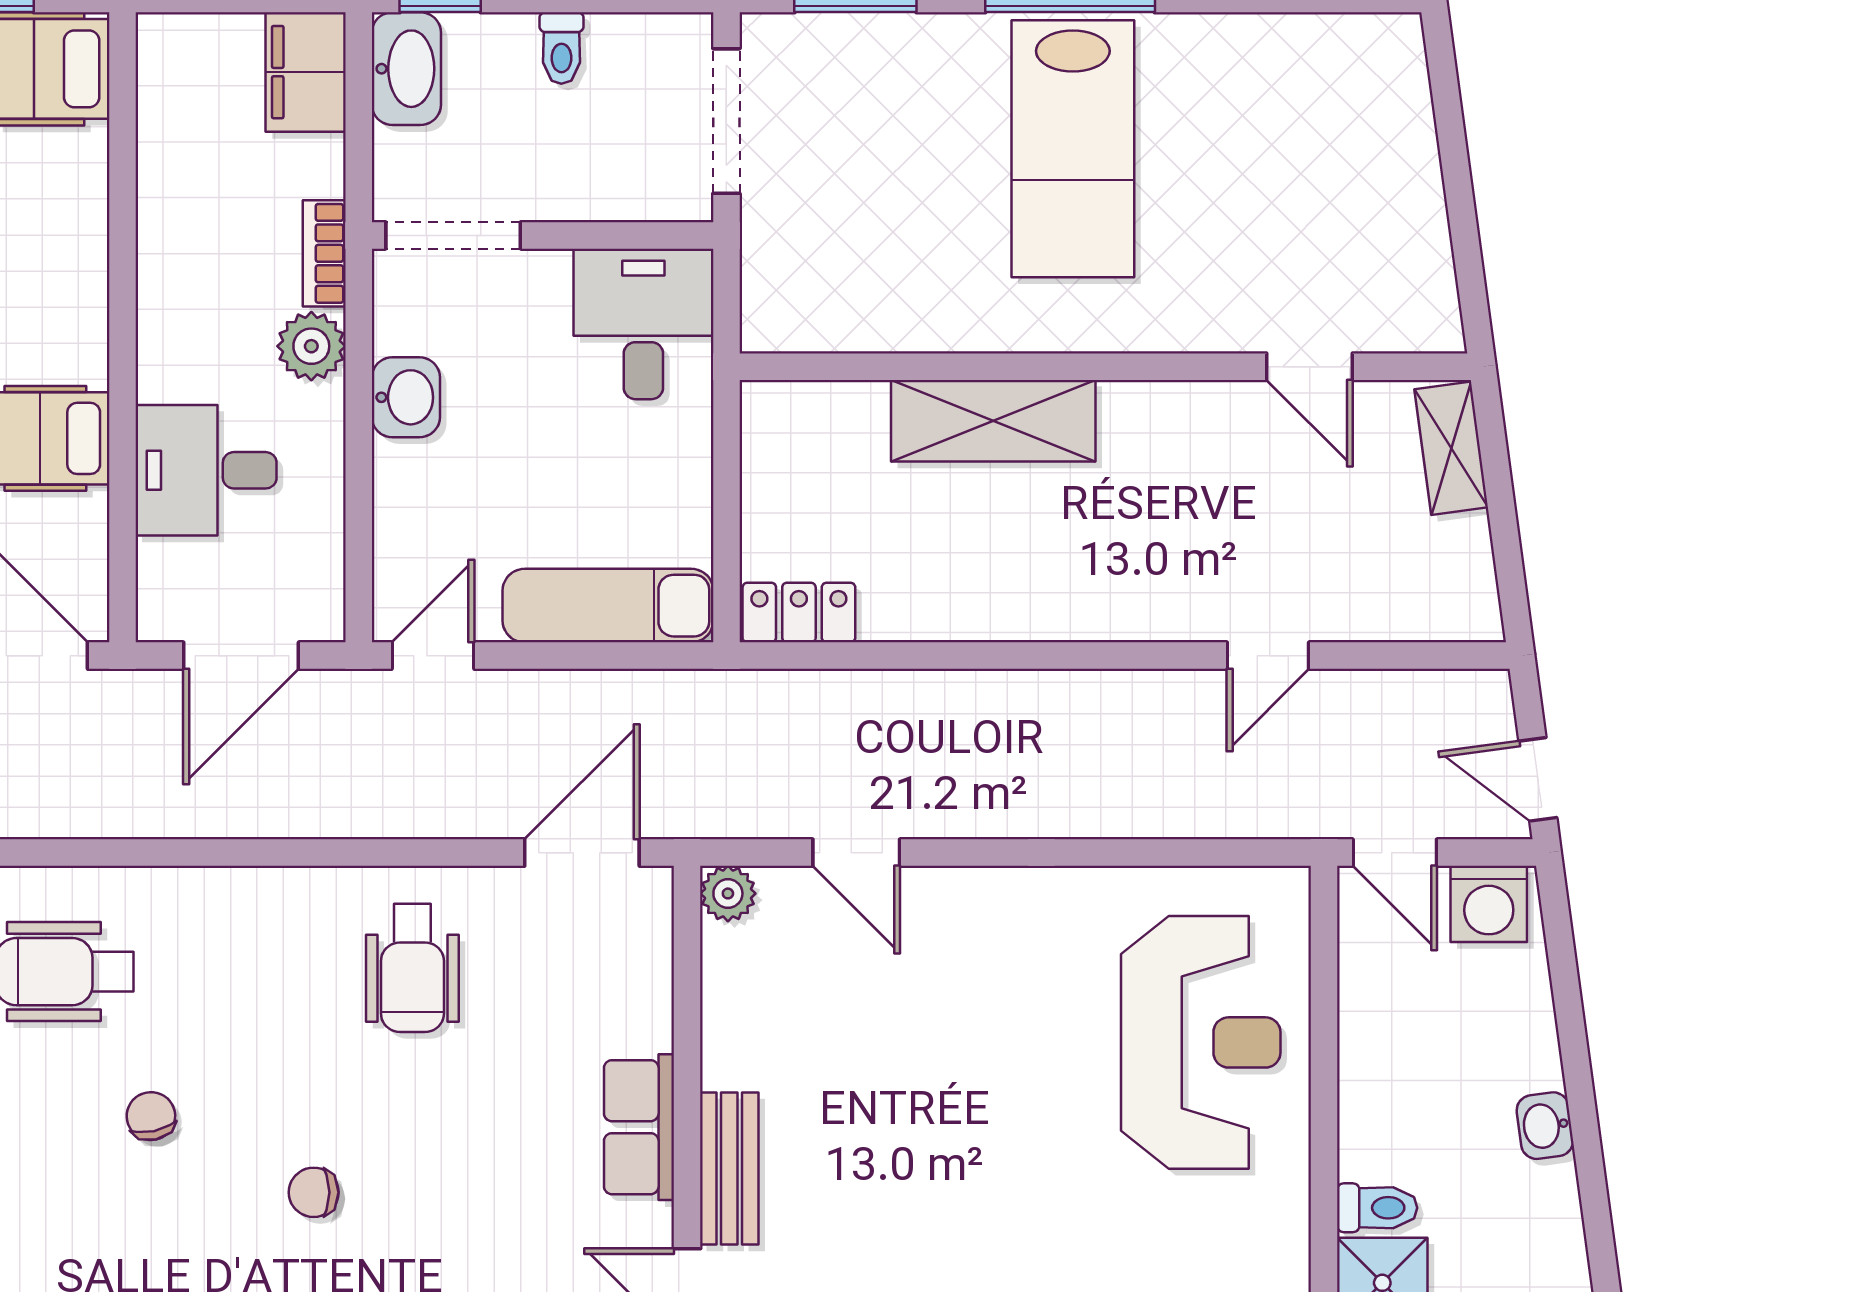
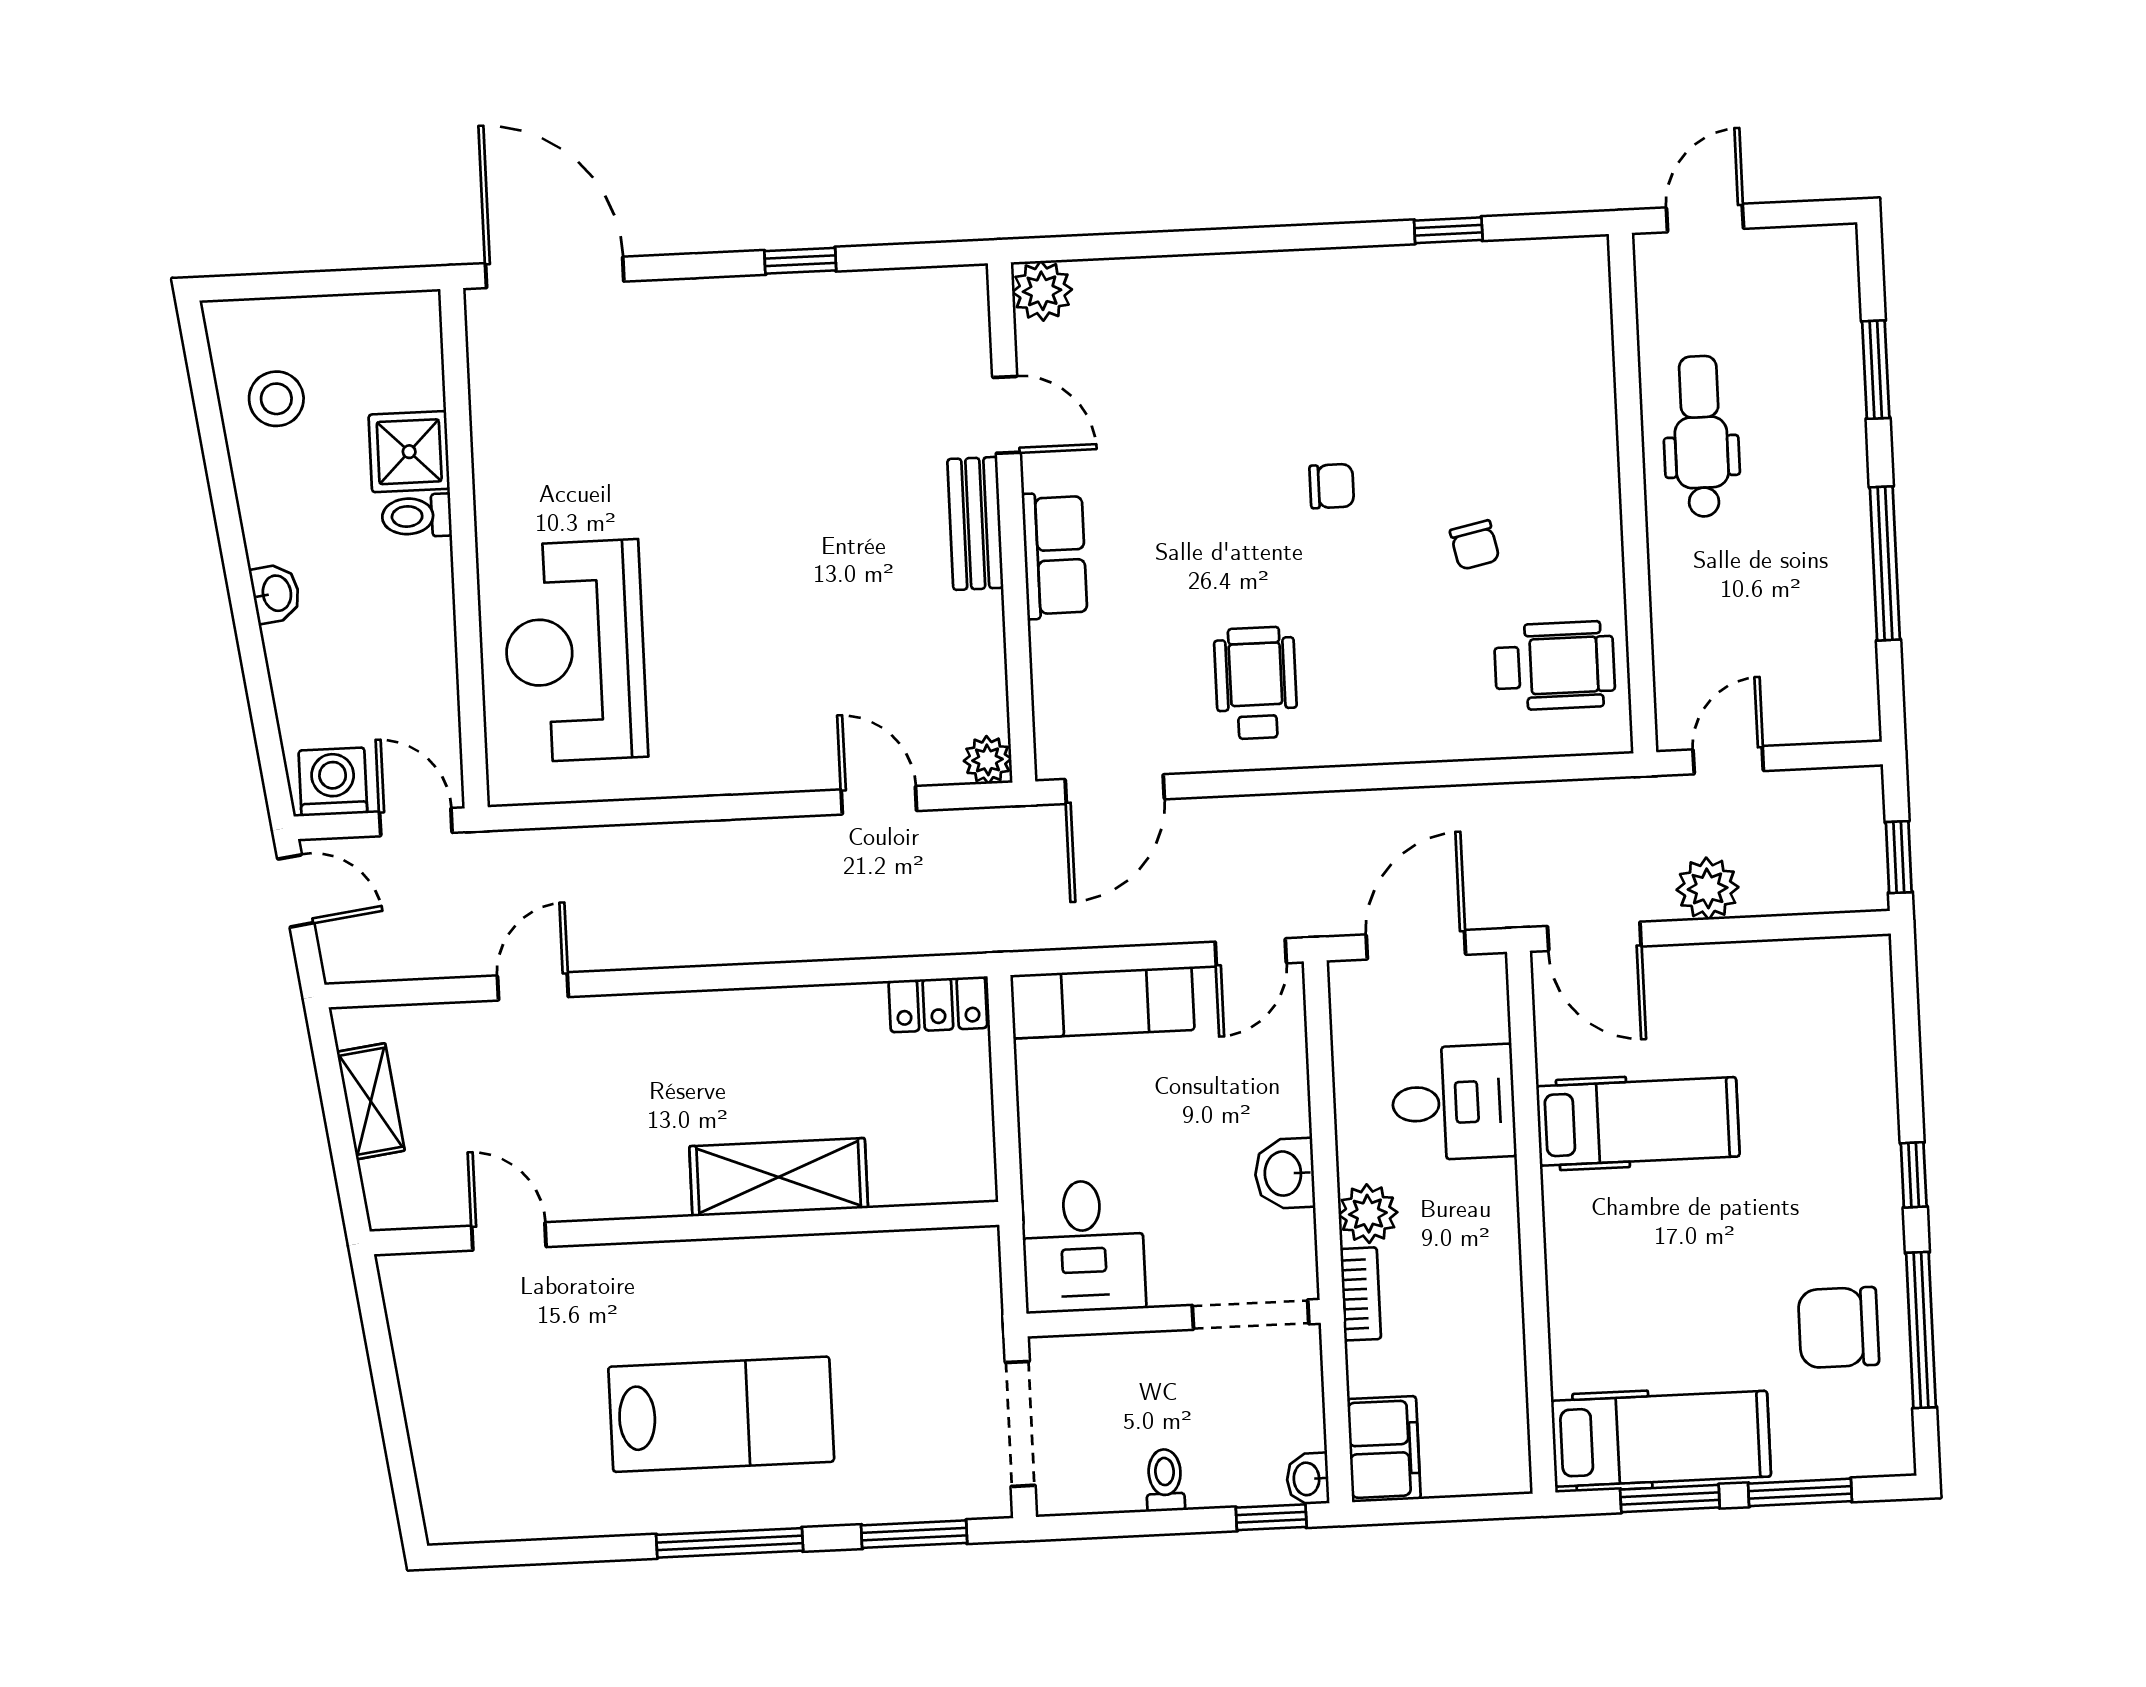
washbasin: (406, 69) -> (1308, 1479), width x0.52, depth x0.69
lab bench: (1073, 149) -> (721, 1414), turned 90
shelving: (1451, 448) -> (371, 1101), moved

